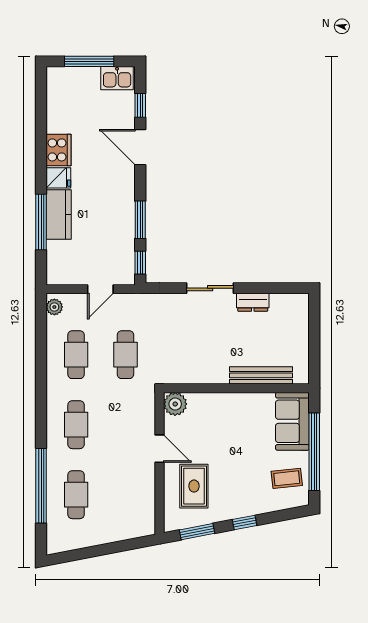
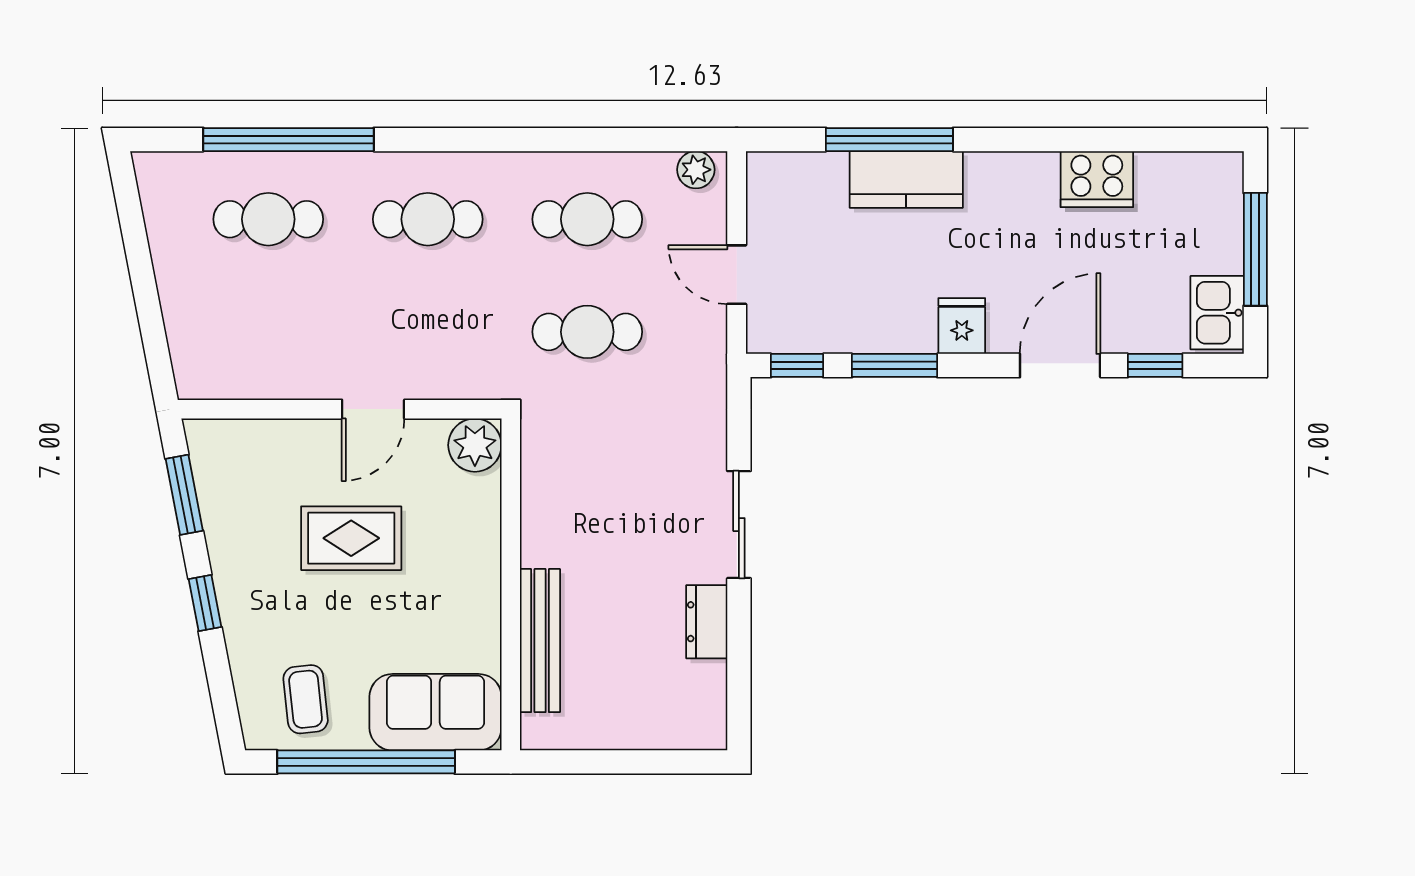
cooker: (58, 150) -> (1097, 179), moved
fridge: (58, 178) -> (962, 326), moved, turned 180
rug: (194, 486) -> (351, 538), moved

